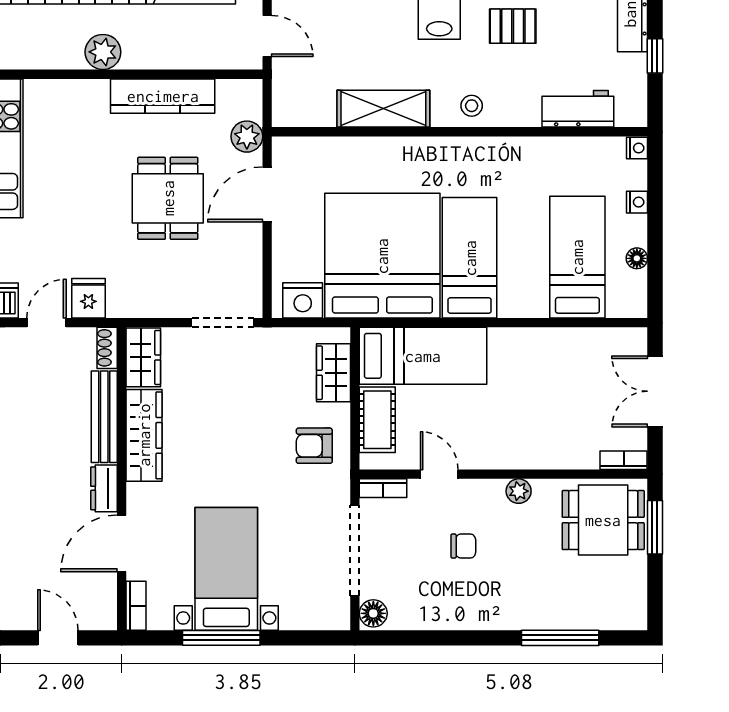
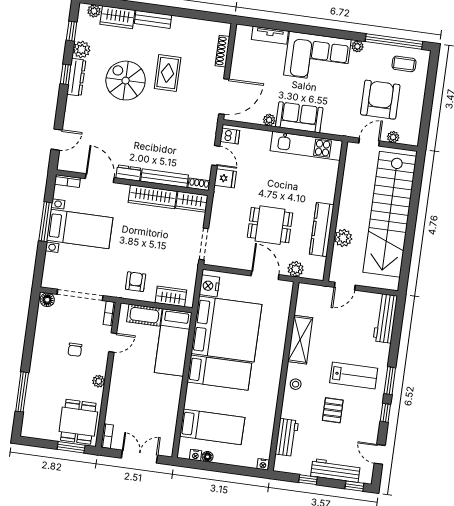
plant: (103, 52) -> (343, 238), moved
nightstand: (637, 202) -> (196, 455), moved

